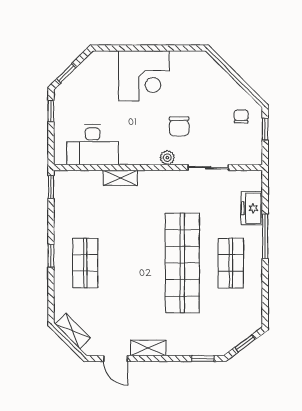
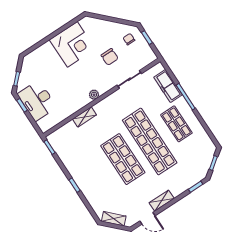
corner desk: (144, 76) -> (72, 44), moved
chair: (179, 126) -> (110, 57), moved
desk: (93, 145) -> (37, 101), moved, turned 90
plant: (167, 158) -> (94, 95), moved
freezer: (252, 208) -> (168, 86), width x1.40
shop shelf: (85, 263) -> (123, 159), moved, width x1.43, depth x1.36

